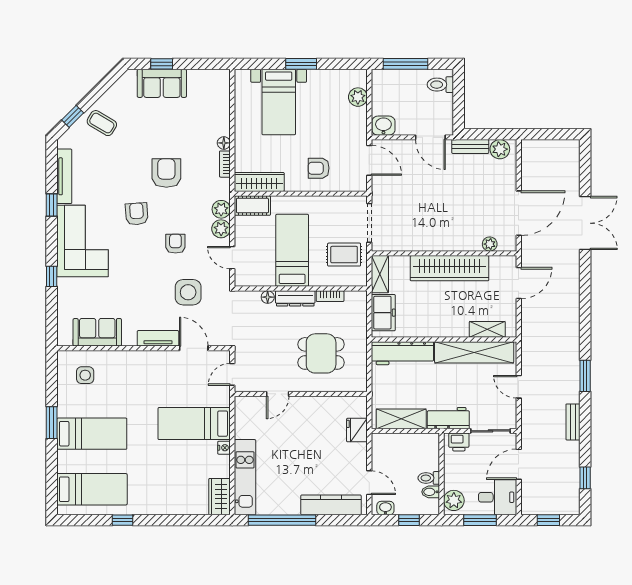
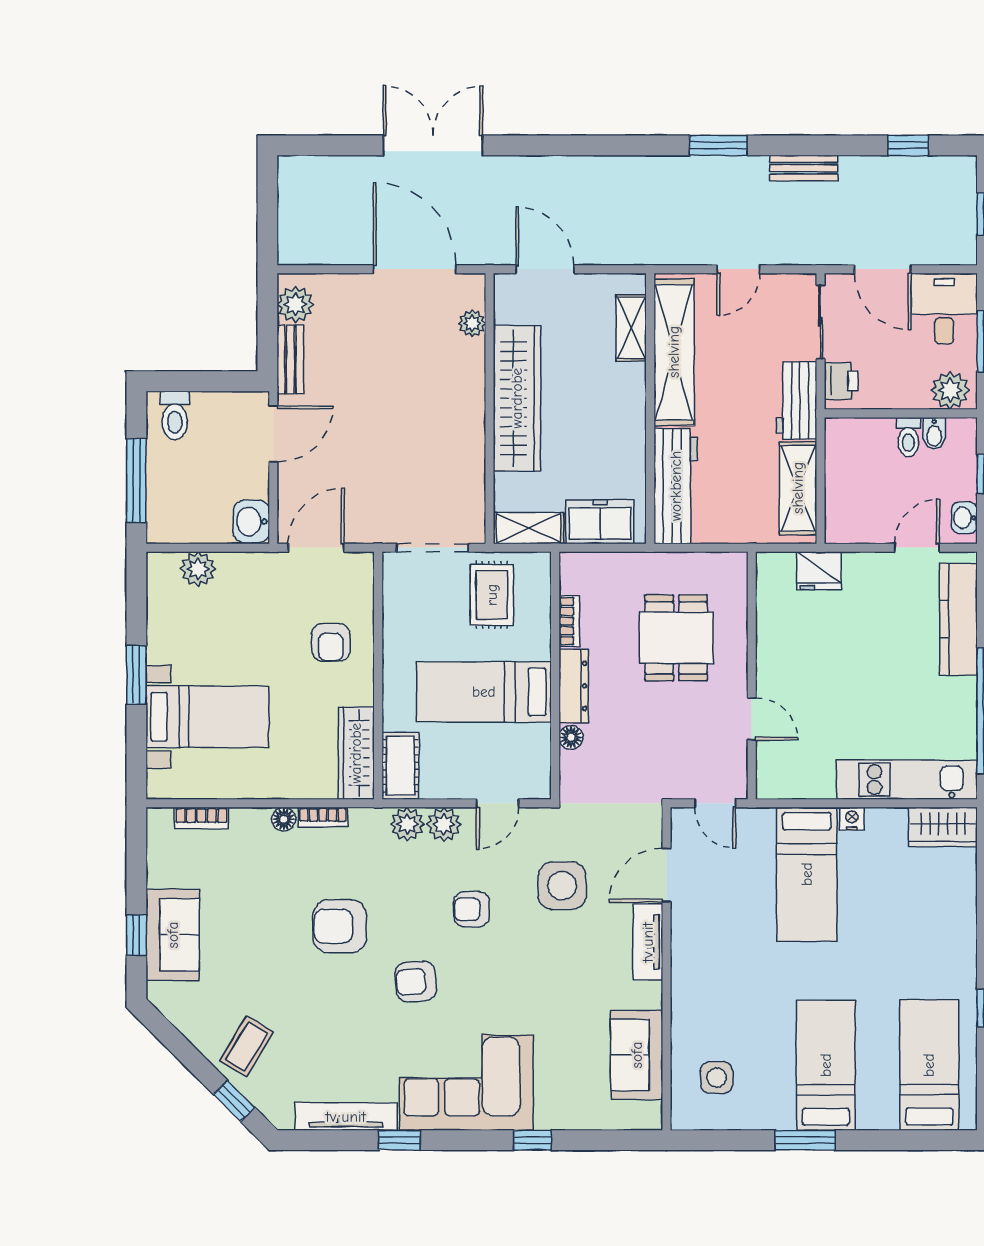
bookcase: (224, 99) -> (201, 818), added

